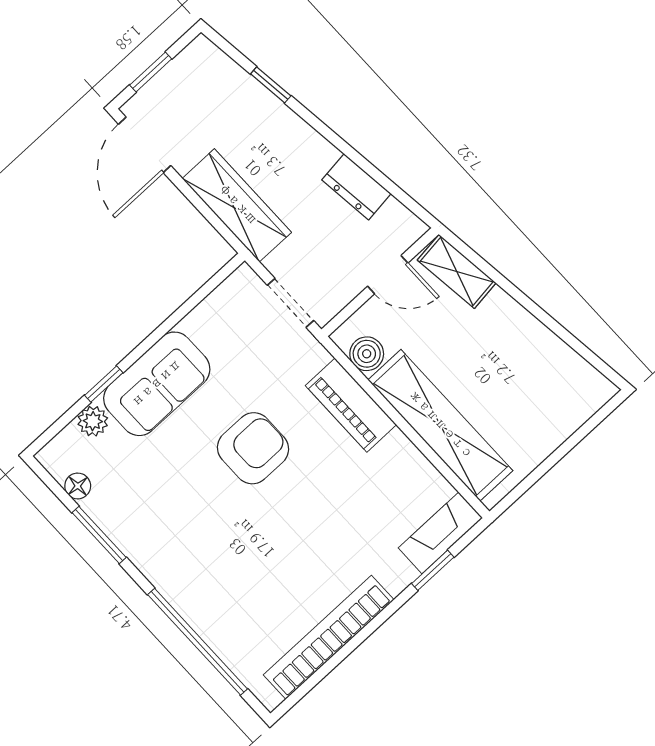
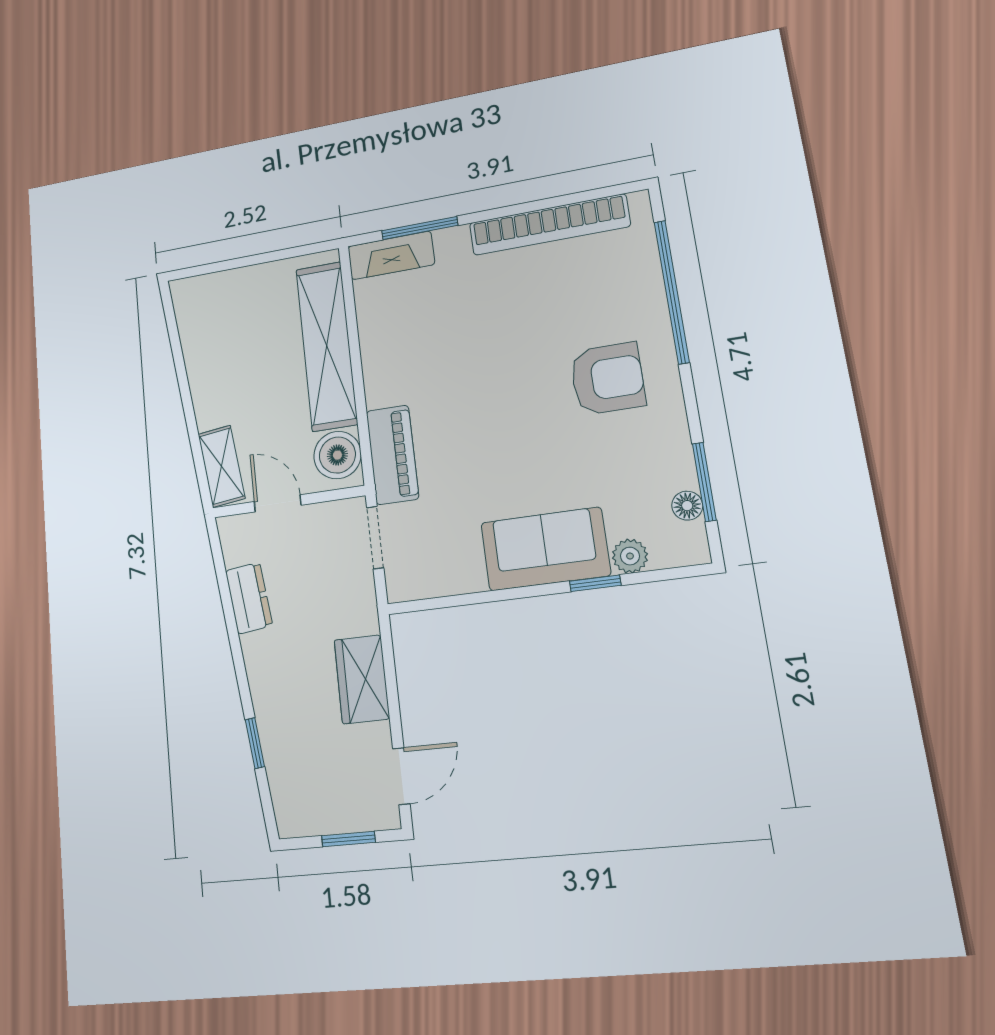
door: (145, 145) -> (401, 776), width x0.73
wardrobe: (237, 205) -> (362, 679), width x0.67
boiler: (367, 354) -> (337, 455), width x1.36, depth x1.36
piano: (351, 405) -> (392, 455), moved
armchair: (253, 448) -> (607, 379), moved, turned 180
window: (99, 535) -> (704, 482), moved
window: (433, 570) -> (420, 228), width x1.50

